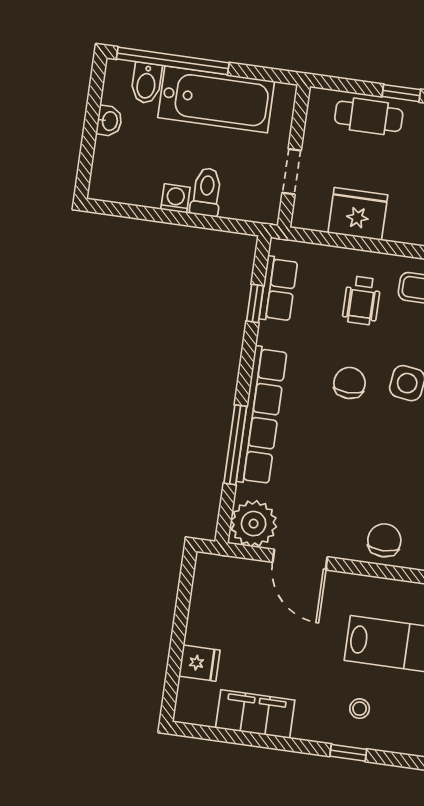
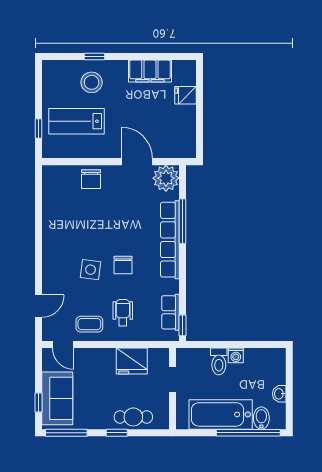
window: (255, 303) -> (183, 325), moved
stool: (360, 709) -> (92, 82), width x1.89, depth x1.89

